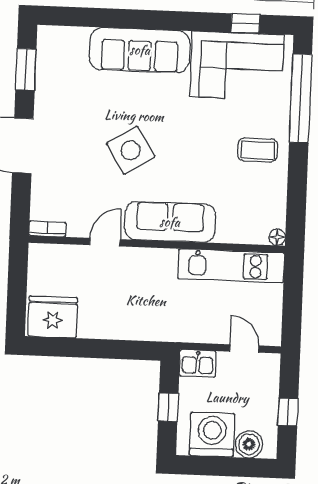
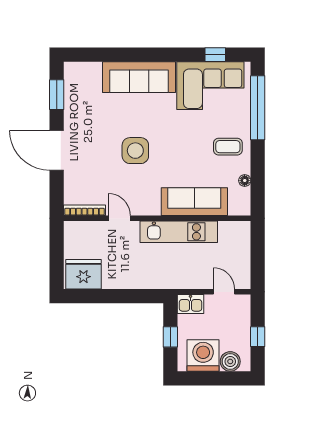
side table: (131, 150) -> (135, 151), turned 32
sofa: (170, 222) -> (194, 202), moved
bookcase: (47, 229) -> (84, 210), width x1.56
floor lamp: (277, 237) -> (245, 181), moved
door: (105, 242) -> (119, 218), hinge flipped
kitchen unit: (231, 266) -> (179, 232), moved

